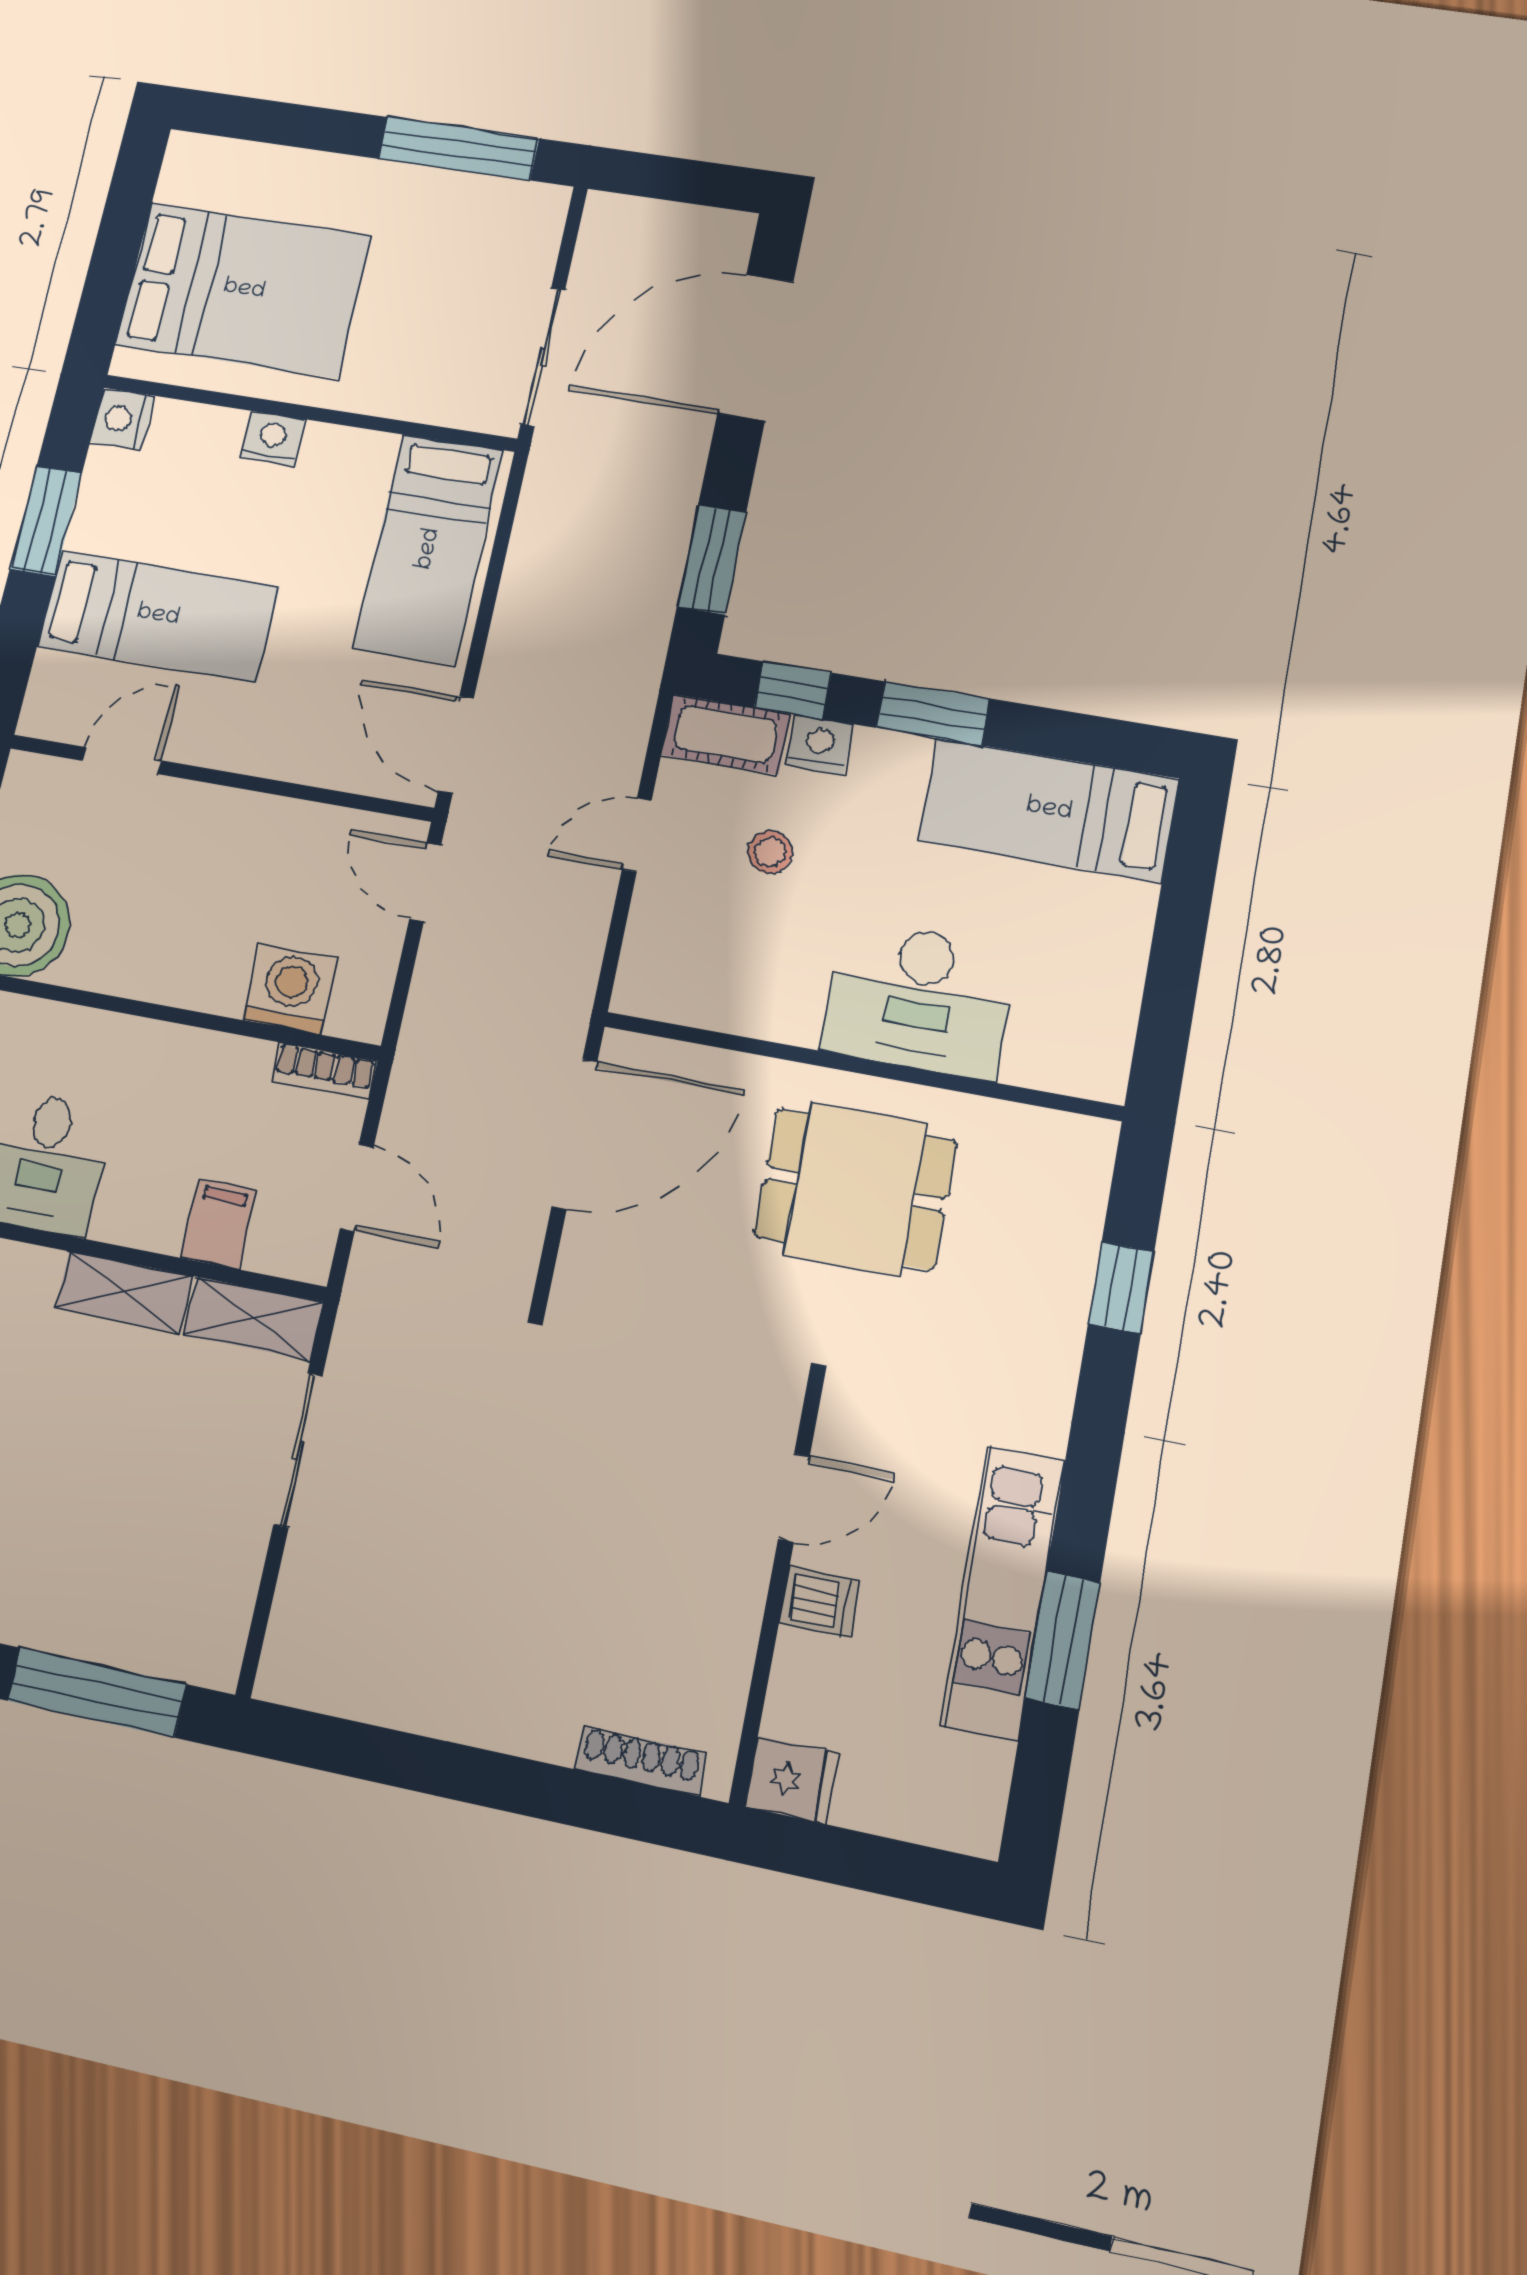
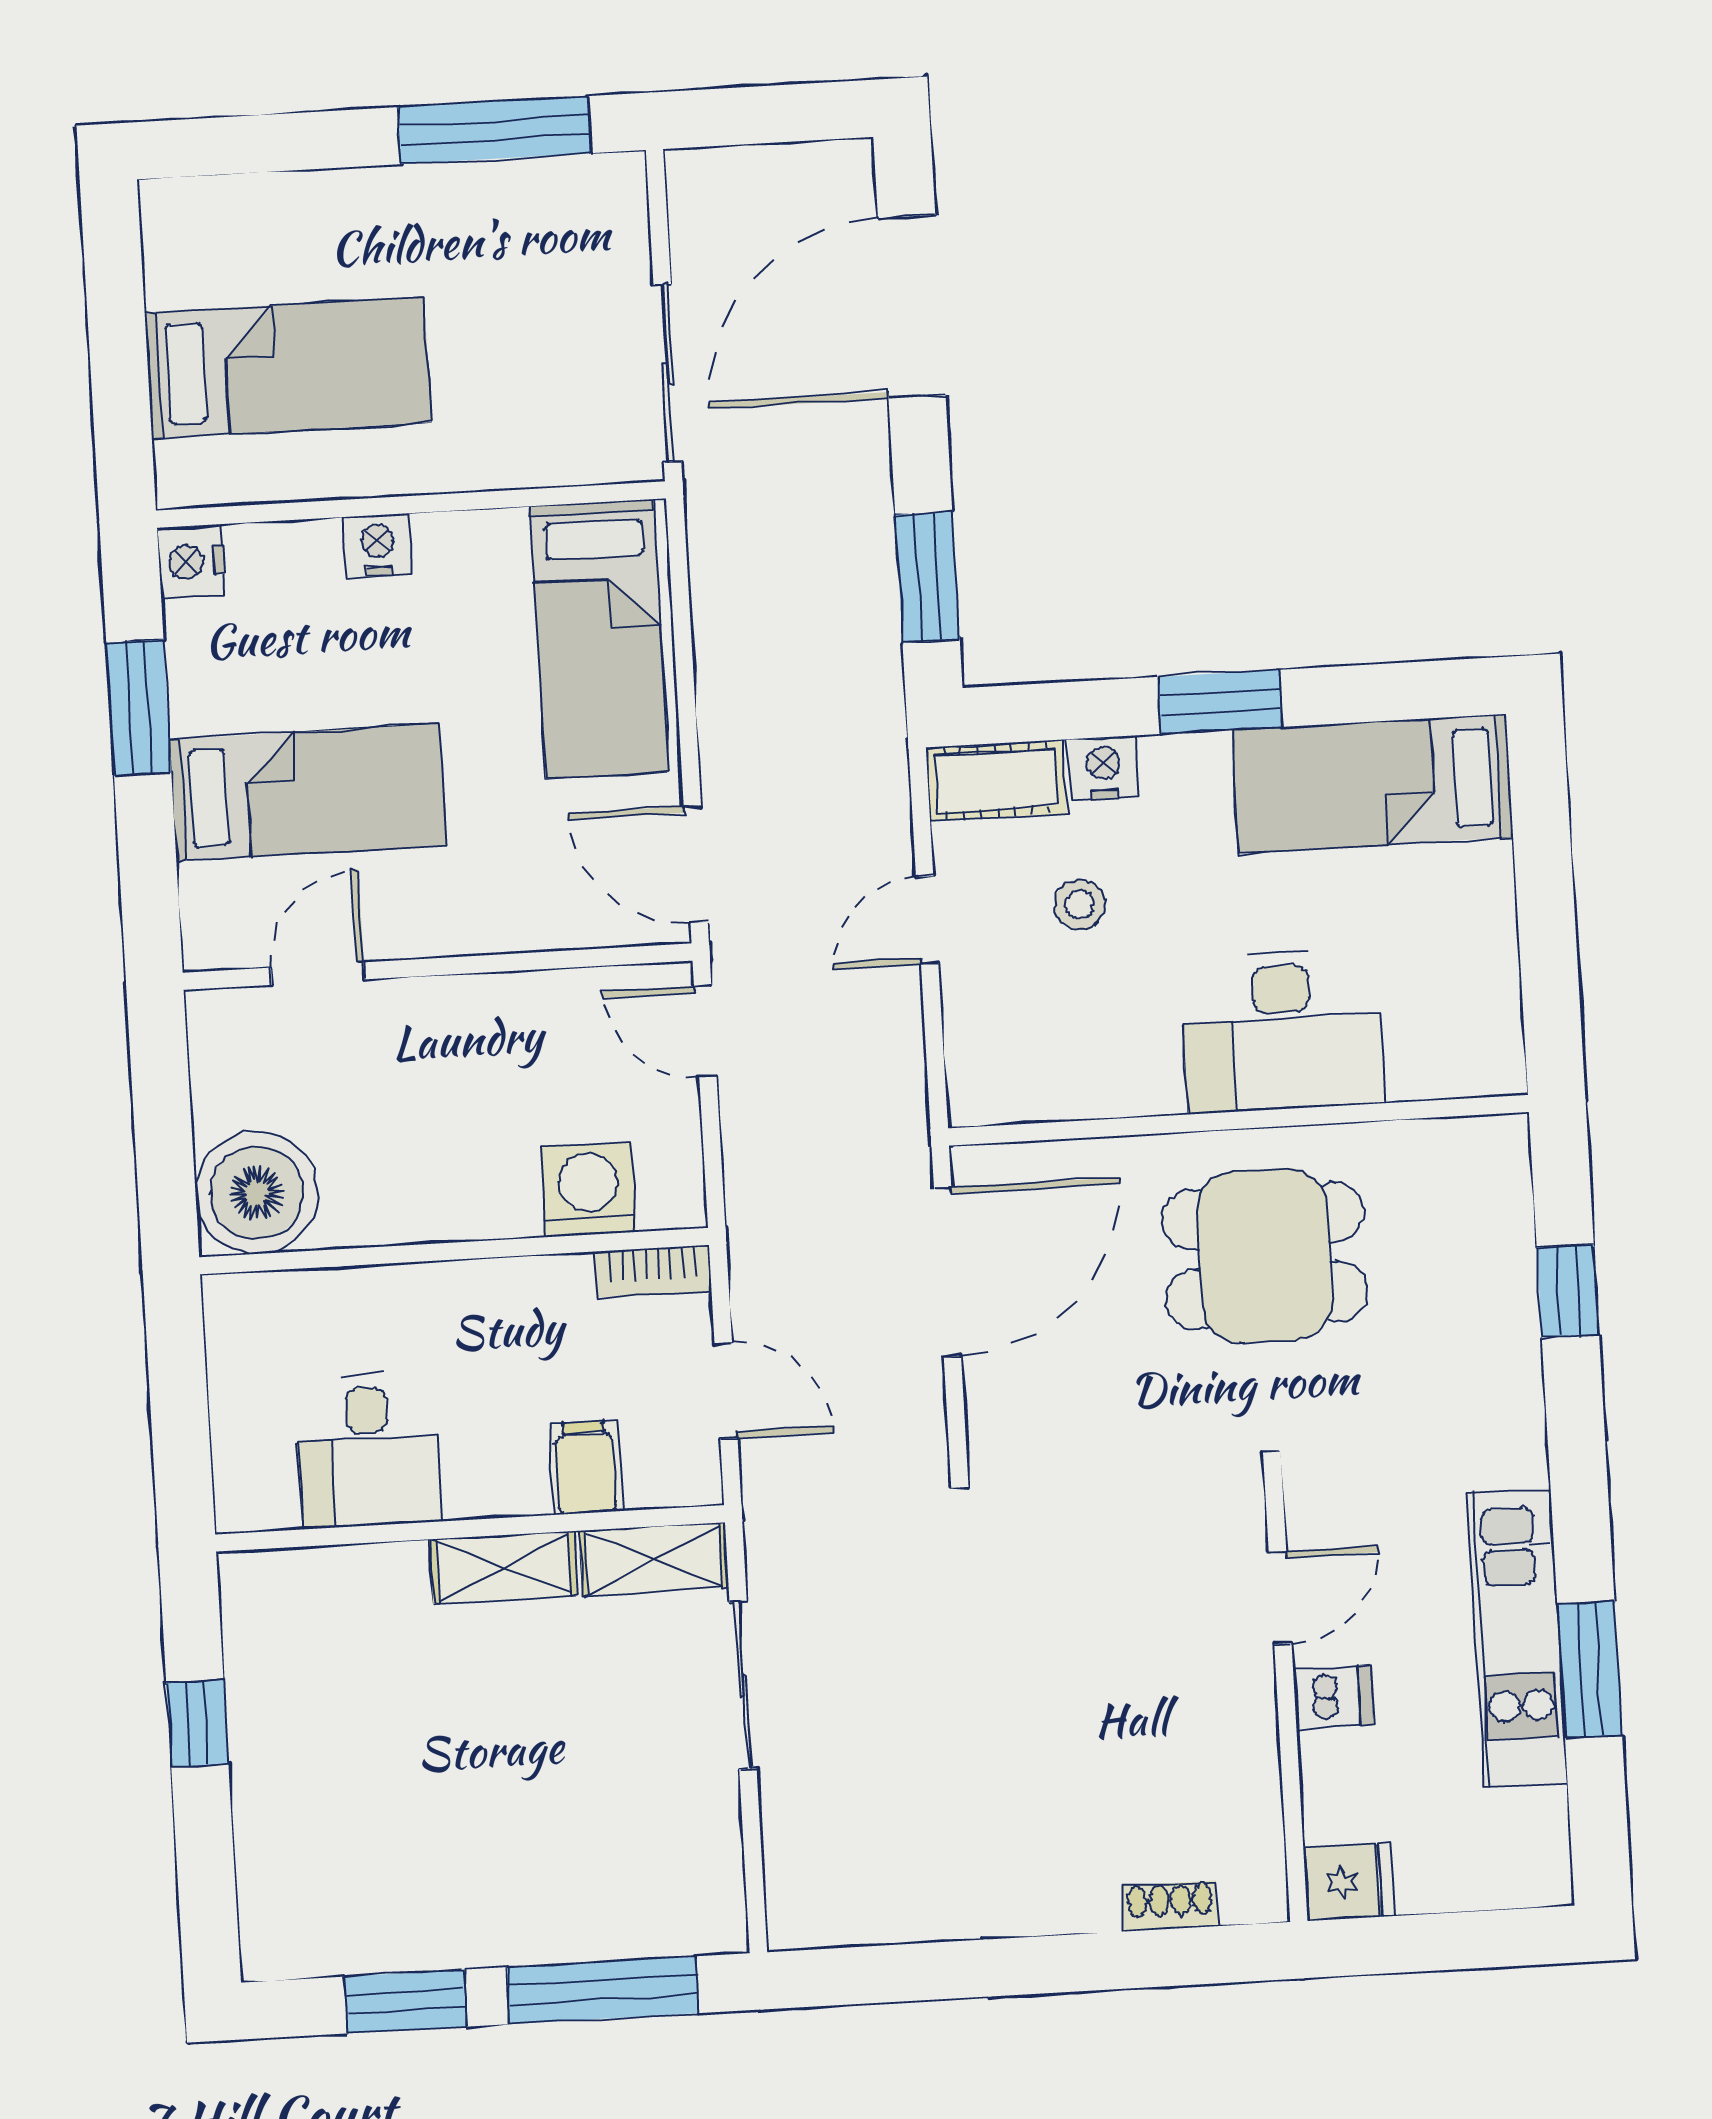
bed: (244, 290) -> (288, 368), width x0.67
window: (793, 690) -> (1058, 711), removed
shoe rack: (641, 1761) -> (1170, 1906), width x0.70

